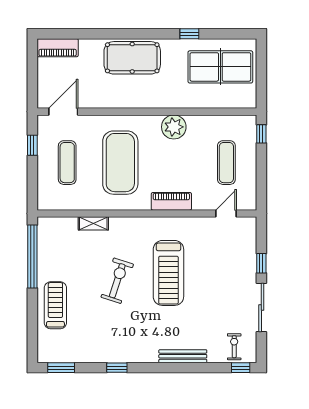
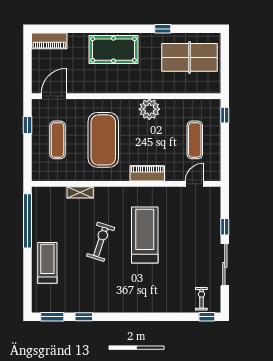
treadmill: (168, 273) -> (145, 235), turned 180
bench: (183, 356) -> (157, 307), removed
window: (117, 368) -> (84, 317), moved

